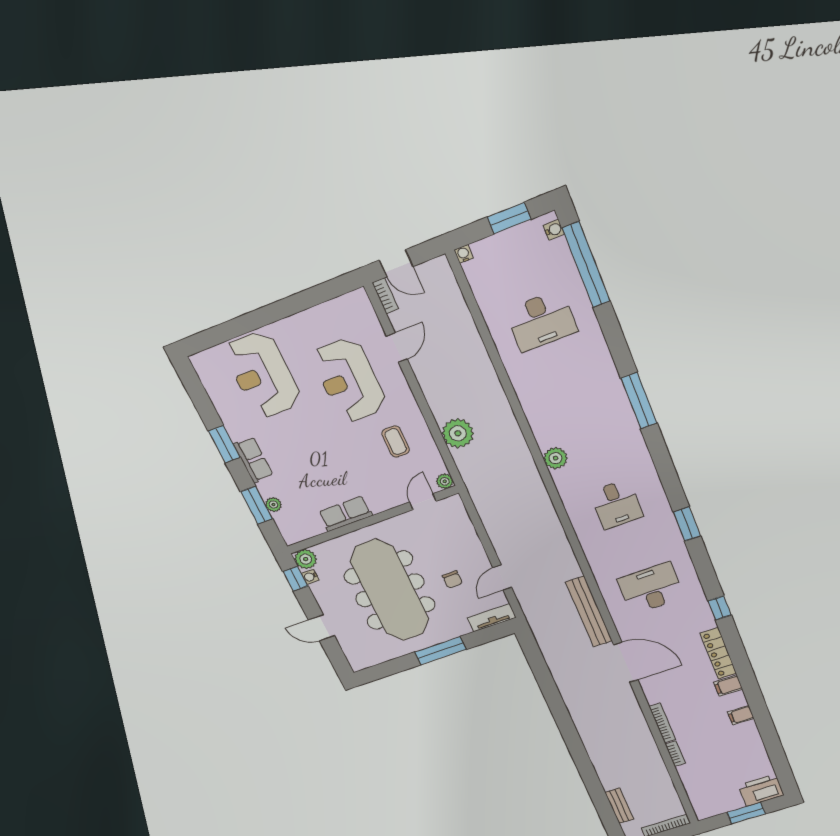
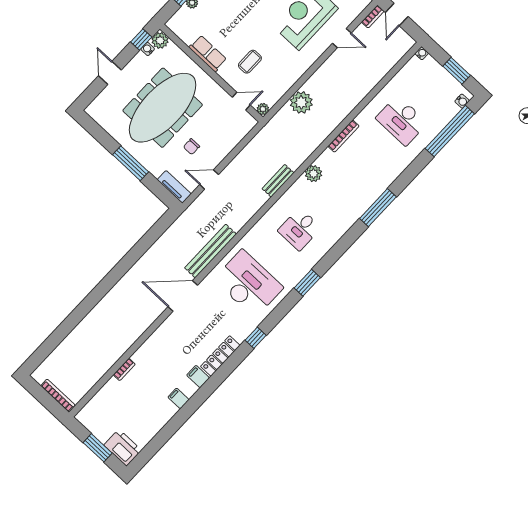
coffee table: (396, 442) -> (250, 62), moved
desk: (651, 588) -> (248, 284), width x1.36, depth x1.30
door: (626, 662) -> (183, 296), swing flipped
bookcase: (662, 723) -> (343, 136), moved
bench: (619, 806) -> (278, 181), moved

